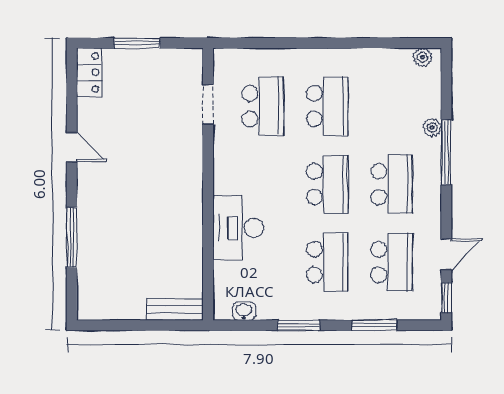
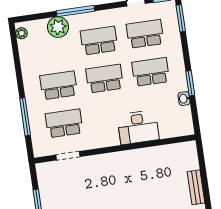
window: (283, 43) -> (25, 117), added
plant: (432, 127) -> (58, 27), width x1.87, depth x1.87
bench: (175, 309) -> (196, 187), moved
washbasin: (244, 311) -> (184, 99), moved
window: (375, 325) -> (181, 18), moved

